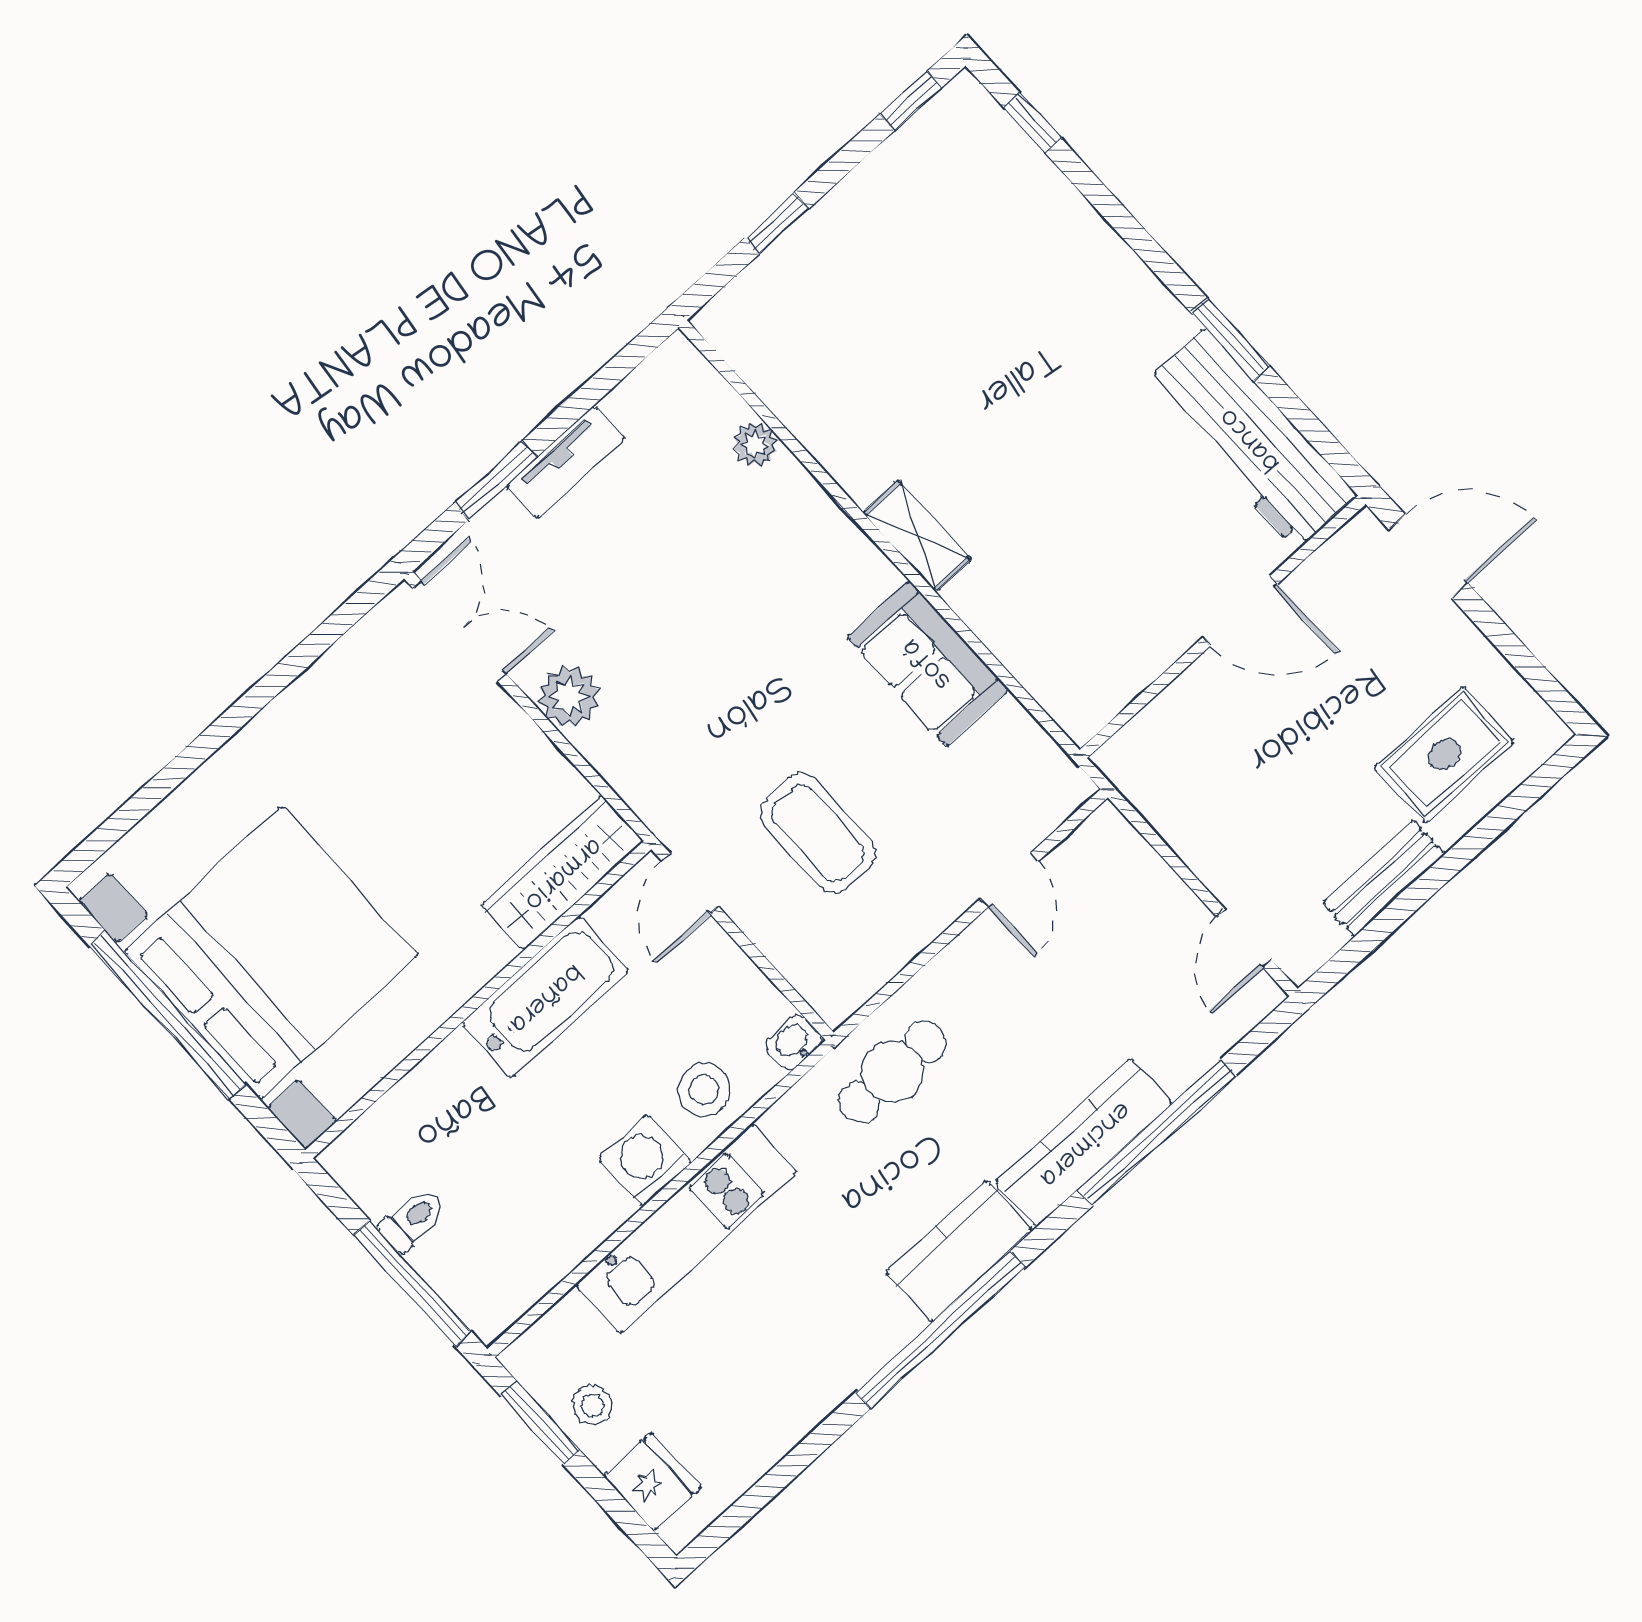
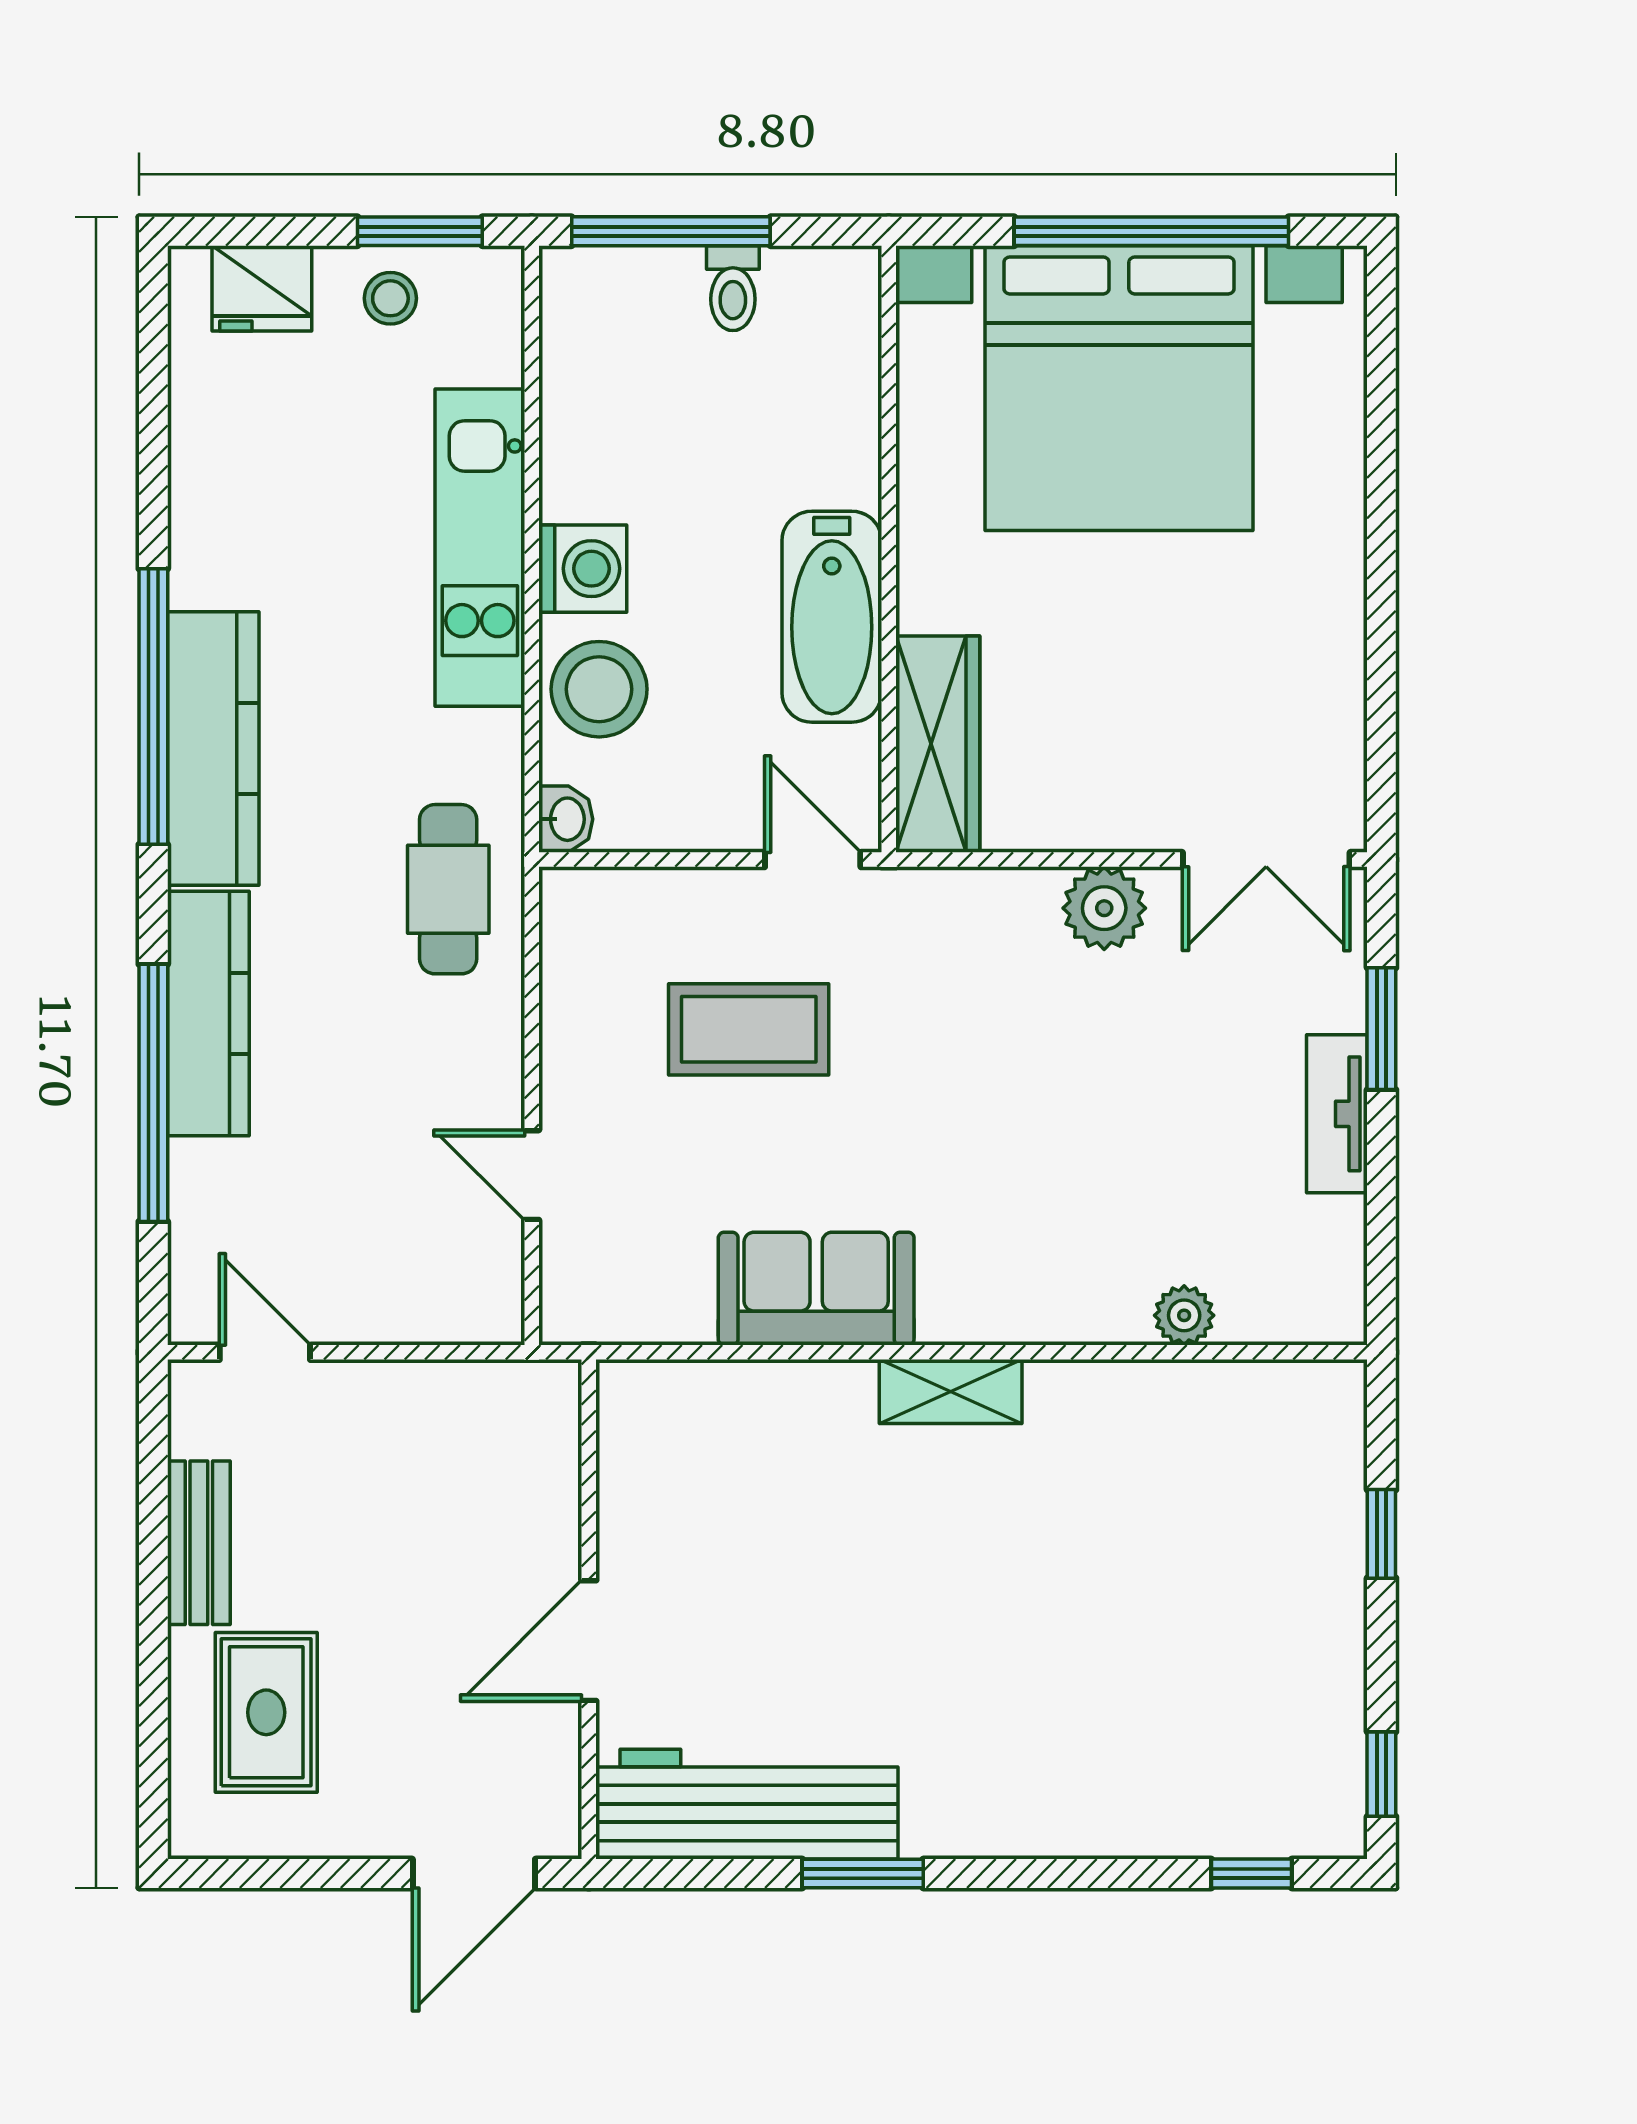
stool: (704, 1090) -> (599, 689), width x1.38, depth x1.38
kitchen counter: (959, 1252) -> (213, 749), width x1.50

